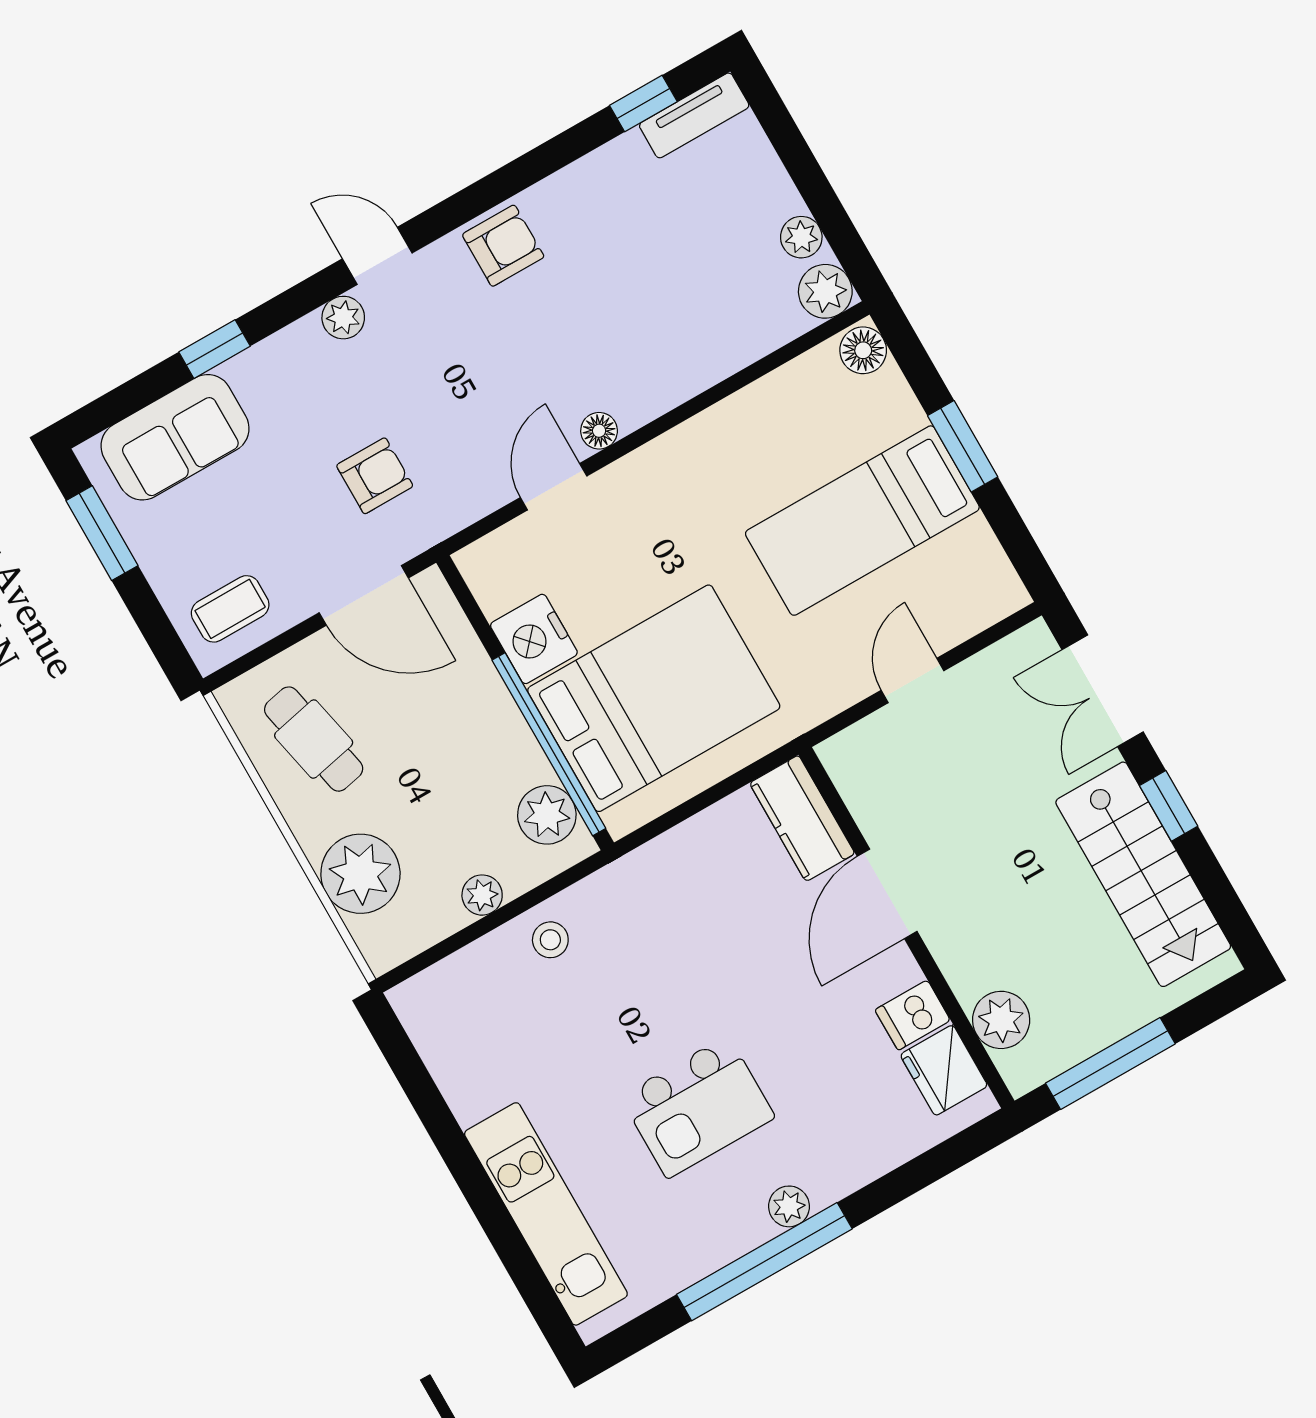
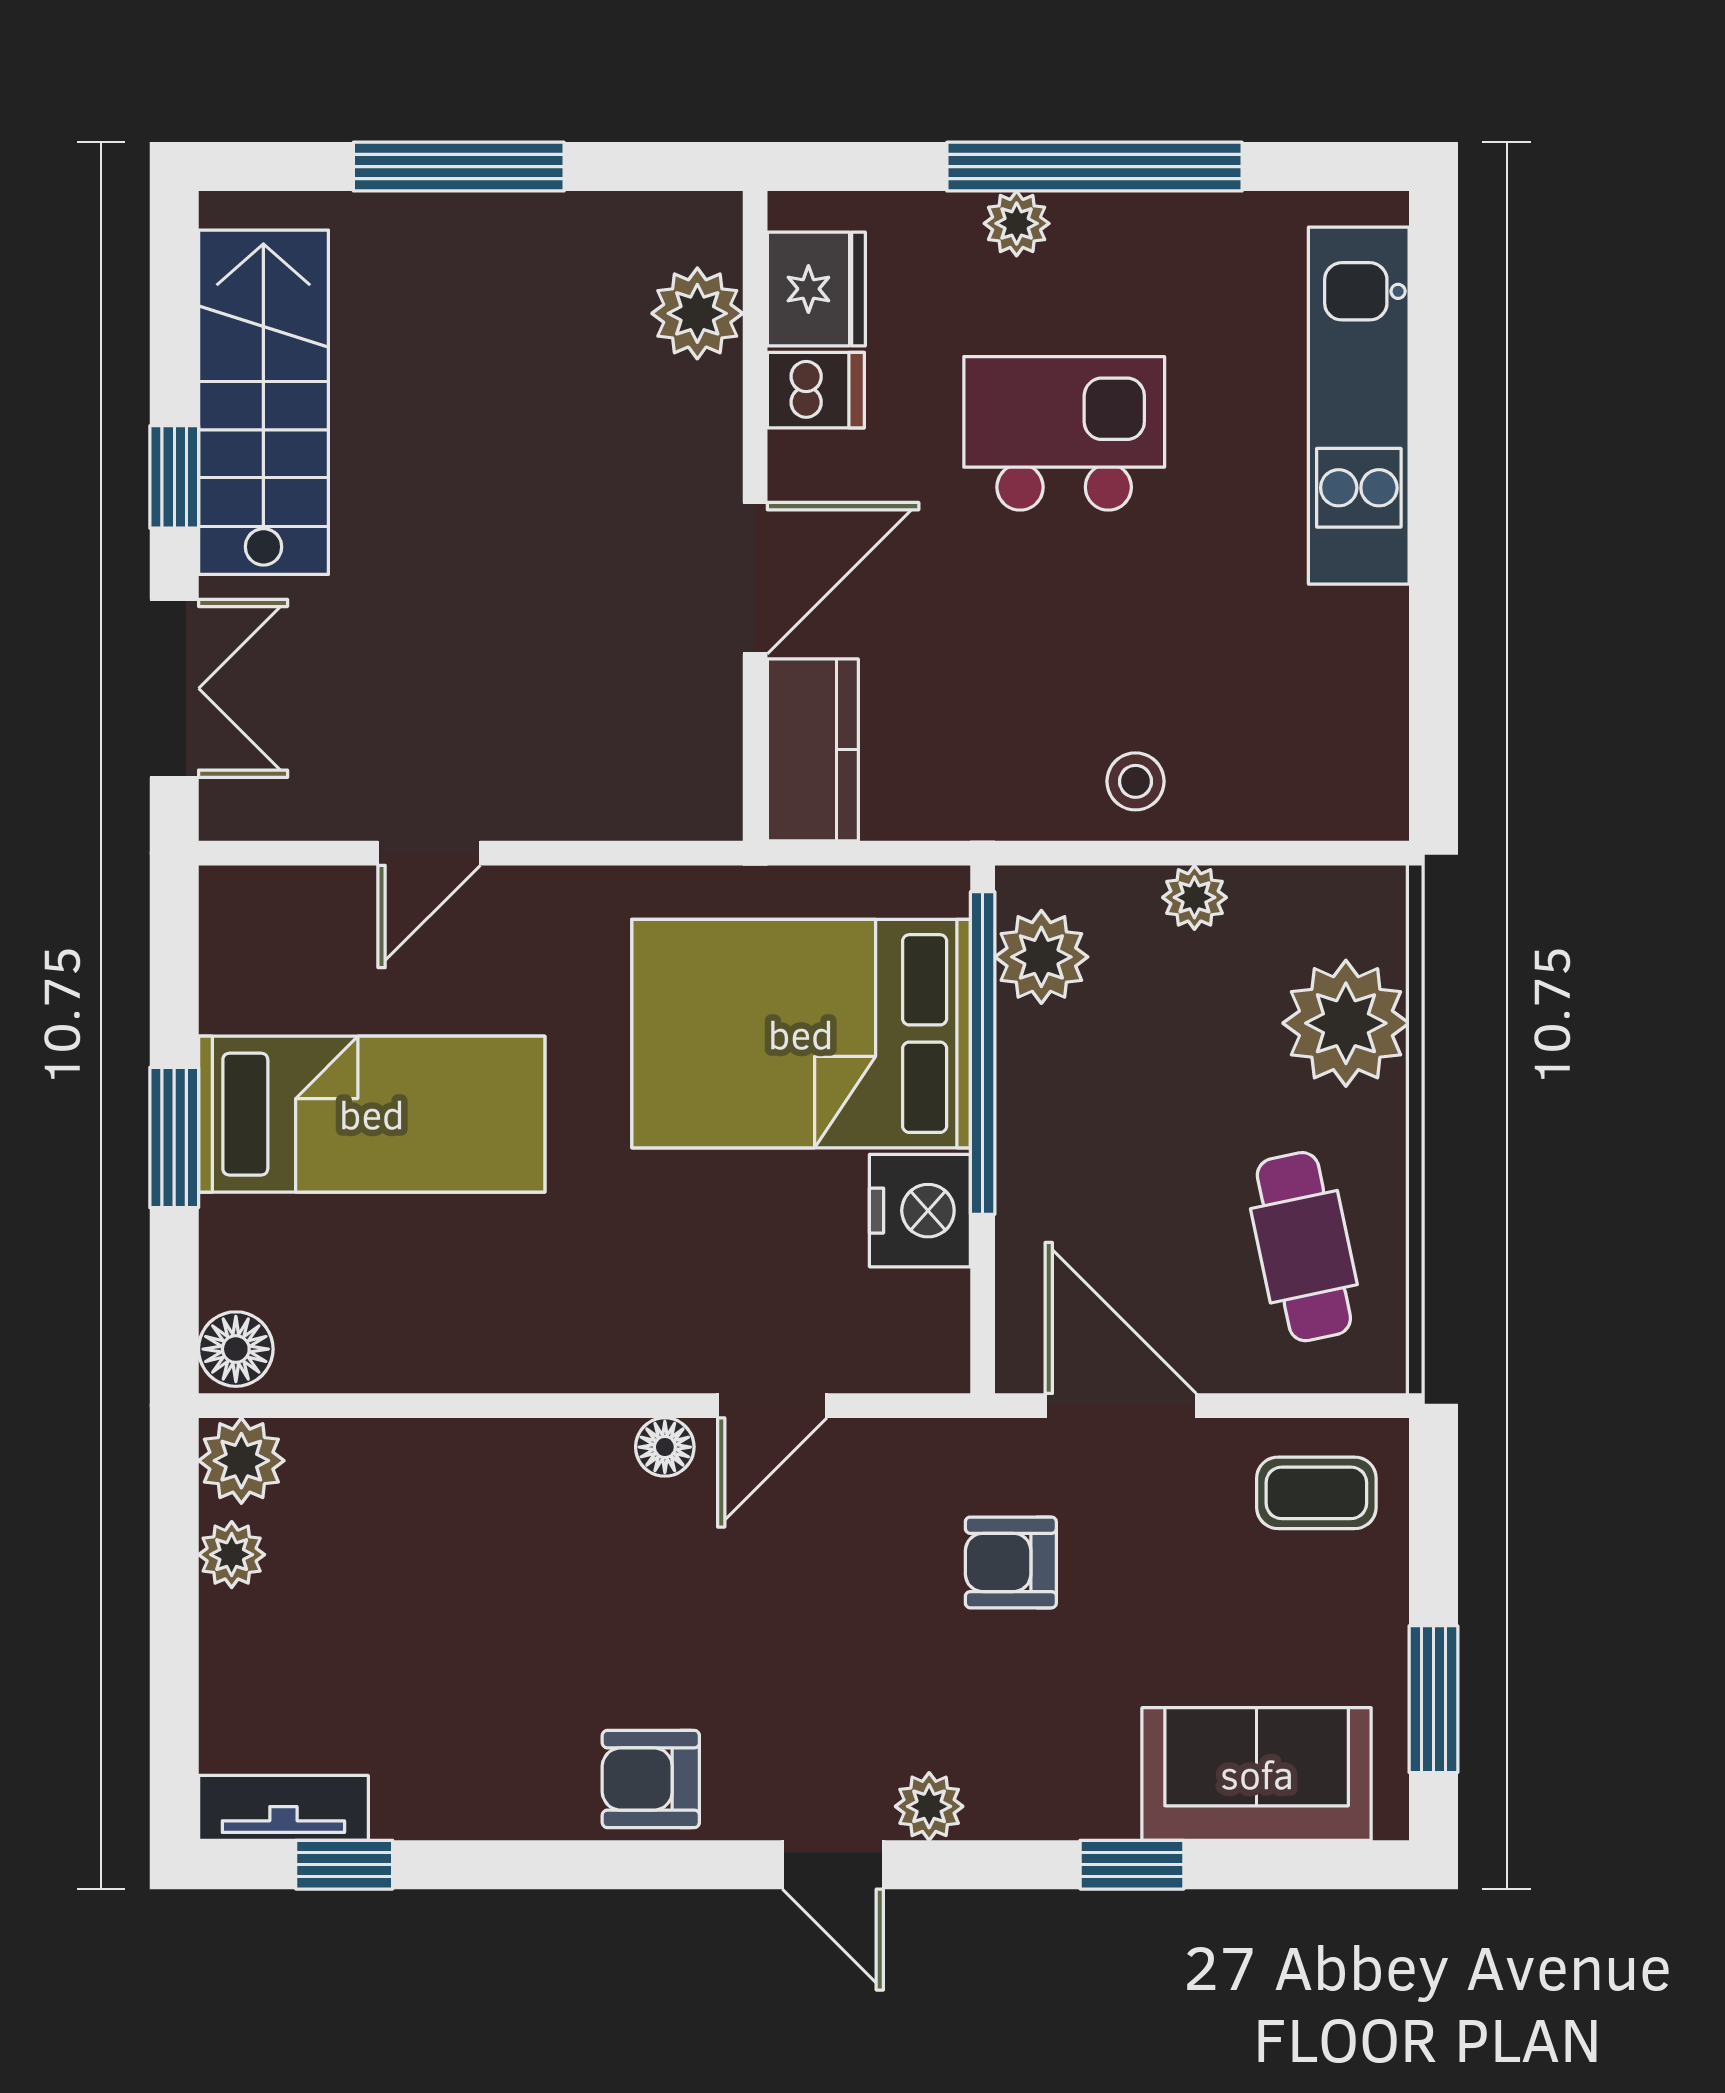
kitchen counter: (802, 818) -> (813, 750), moved
door: (887, 894) -> (755, 578), moved
wall: (907, 928) -> (755, 516), moved
dishwasher: (913, 1015) -> (816, 390), moved
plant: (1001, 1020) -> (697, 313), moved
fridge: (944, 1070) -> (816, 289), moved

